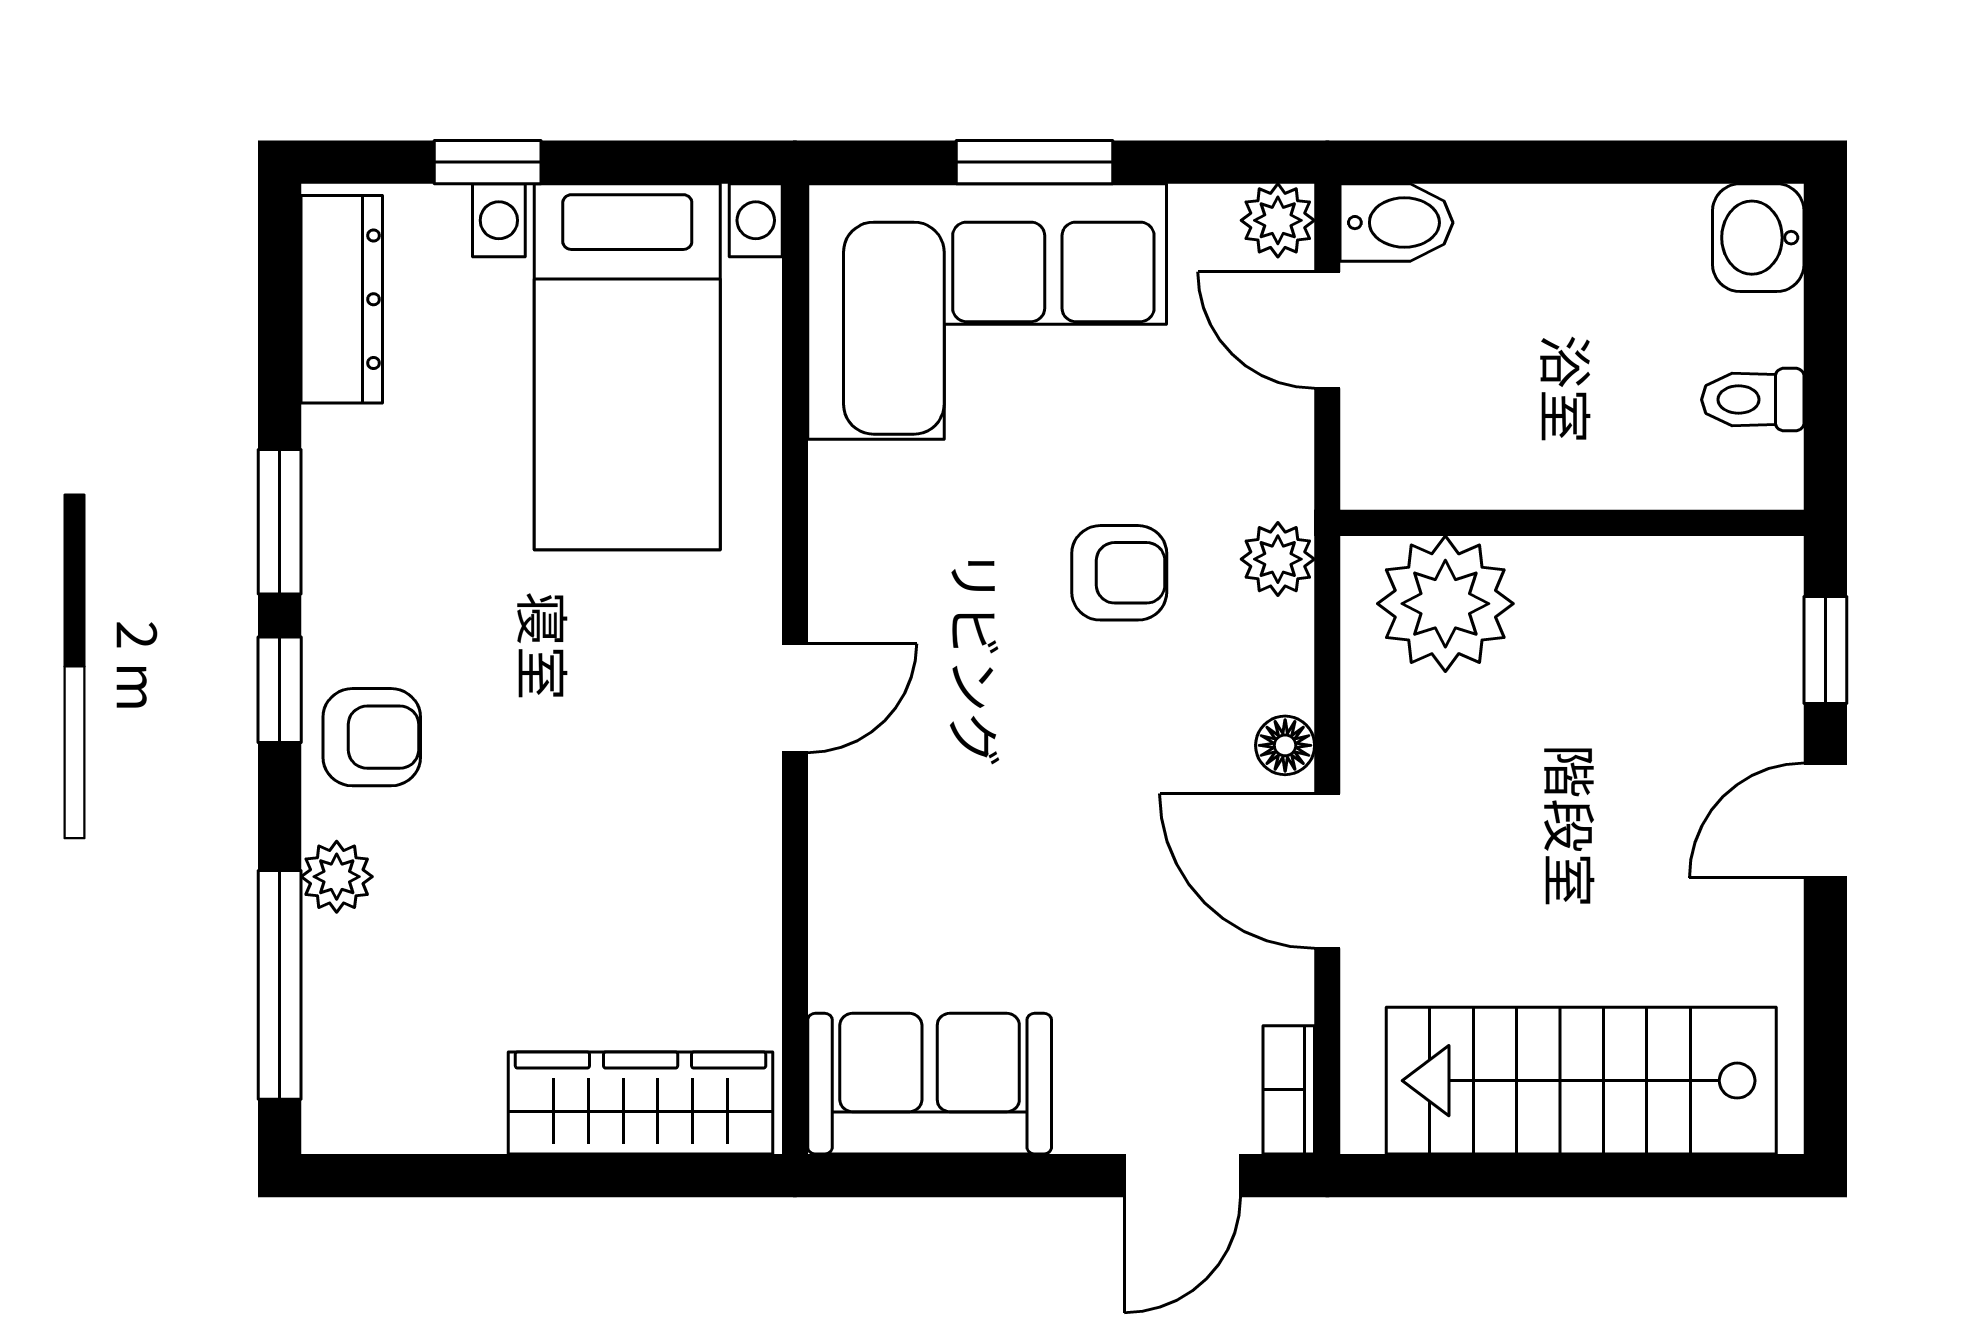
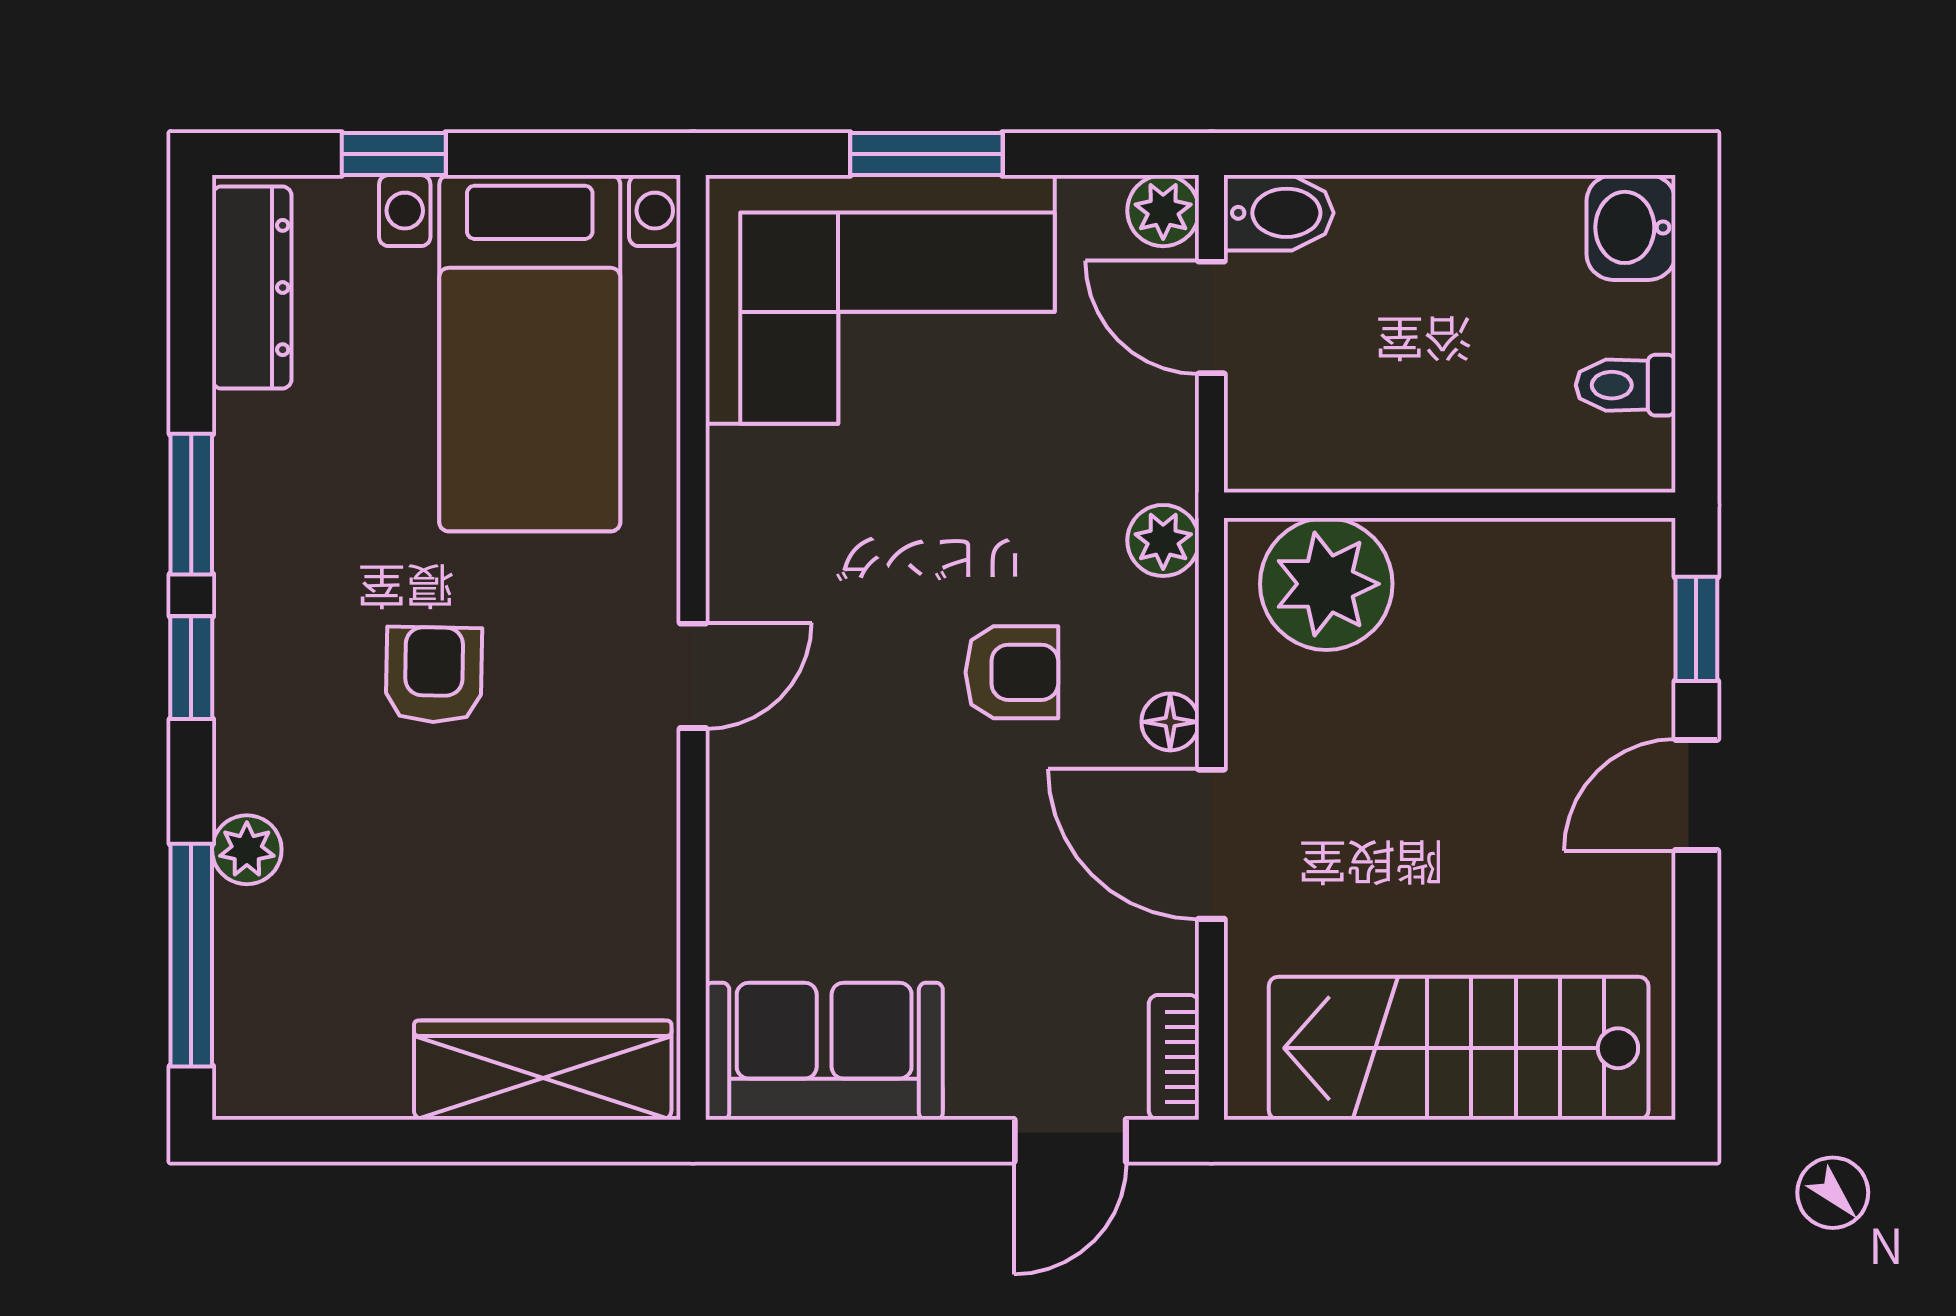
armchair: (1119, 573) -> (1012, 672), moved
armchair: (372, 737) -> (434, 675), moved, turned -89

